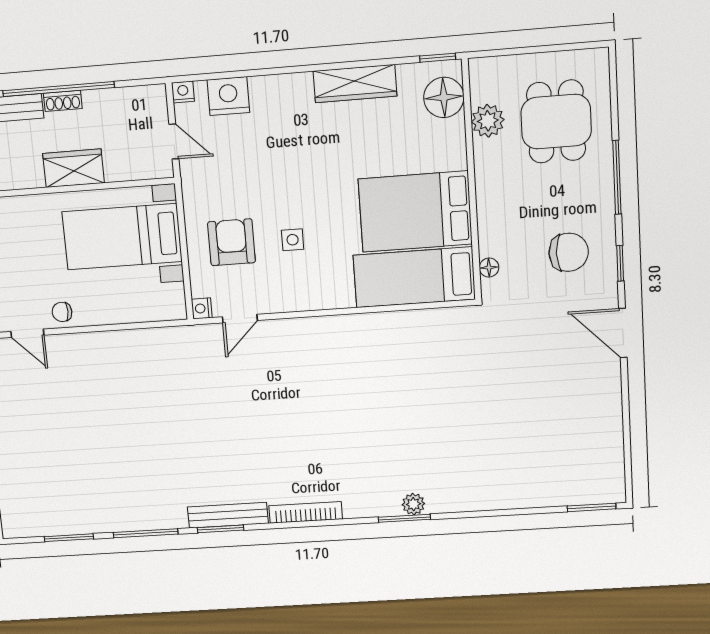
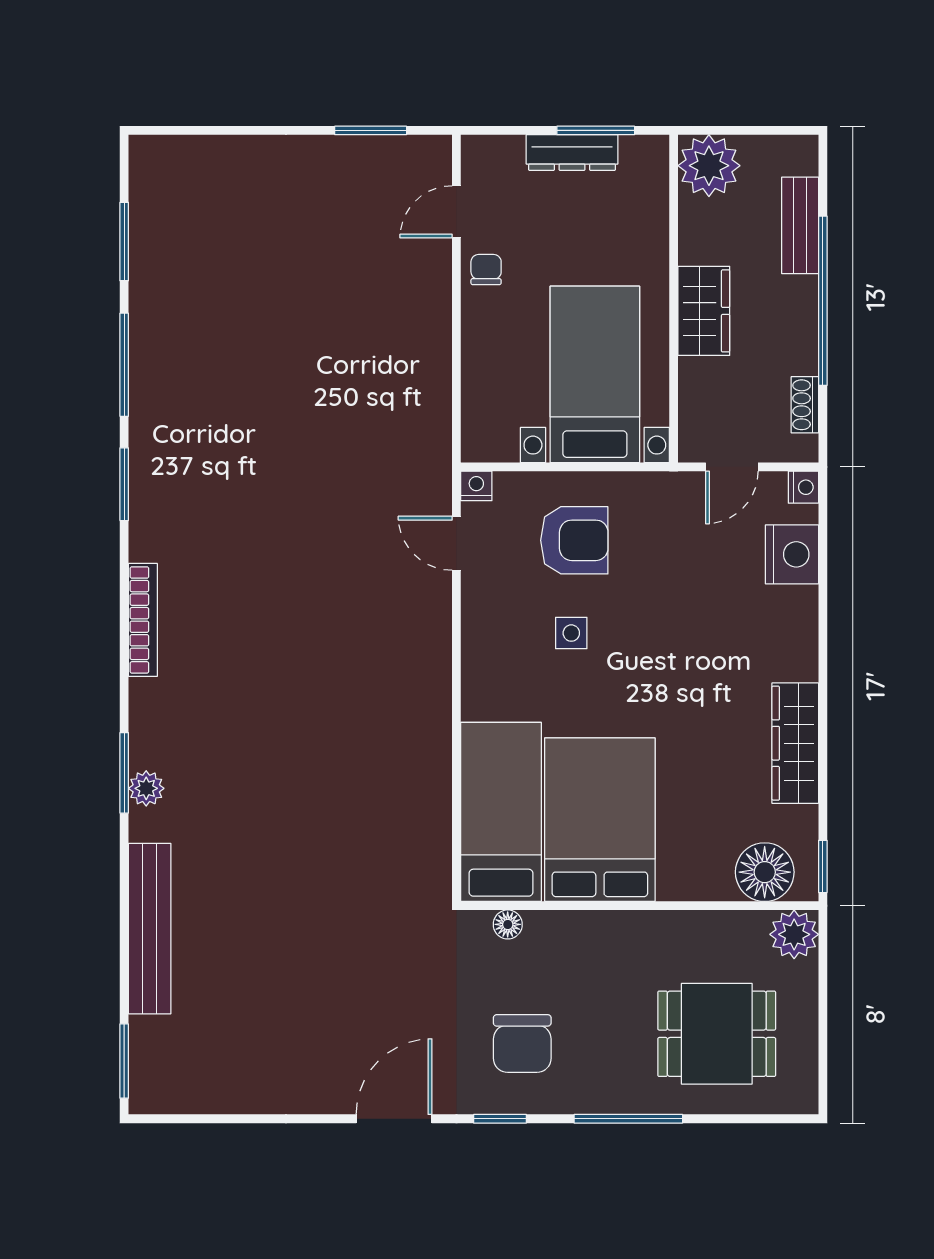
shoe rack: (63, 101) -> (805, 405), moved
plant: (488, 121) -> (794, 934), moved
bench: (228, 515) -> (150, 929), moved, width x1.37, depth x1.21

